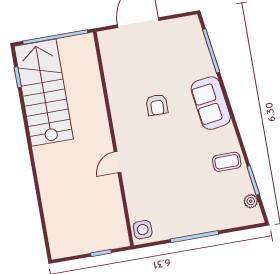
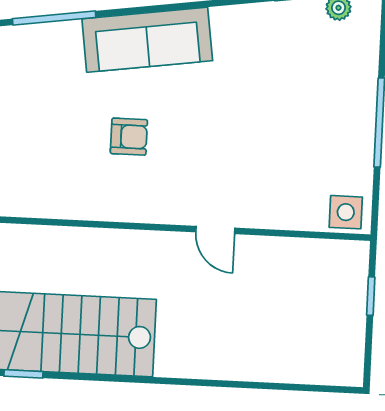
sofa: (211, 103) -> (147, 40), width x1.36
coffee table: (227, 162) -> (259, 35), removed

